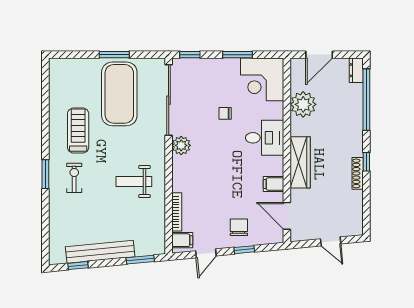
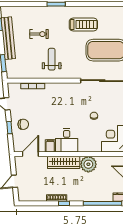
plant: (303, 104) -> (88, 164), moved
desk: (265, 138) -> (67, 140), moved
plant: (181, 145) -> (74, 89), removed
exercise bike: (74, 178) -> (39, 34), moved
filing cabinet: (182, 240) -> (15, 89), removed

